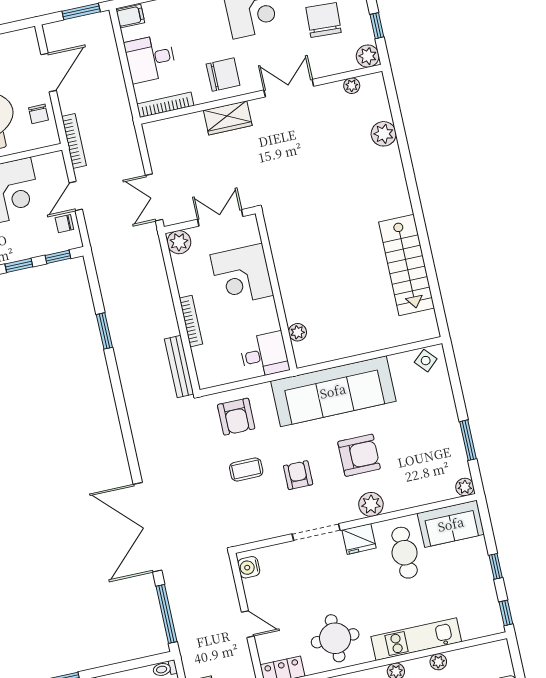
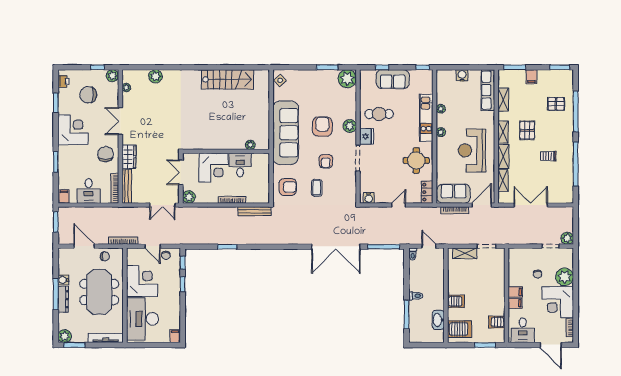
bench: (173, 126) -> (127, 186), added
desk: (264, 355) -> (240, 165), moved
armchair: (298, 475) -> (326, 161), turned -90
plant: (465, 487) -> (347, 79), width x1.88, depth x1.88
sofa: (451, 524) -> (393, 79), moved, turned 90
window: (496, 566) -> (382, 67), moved

